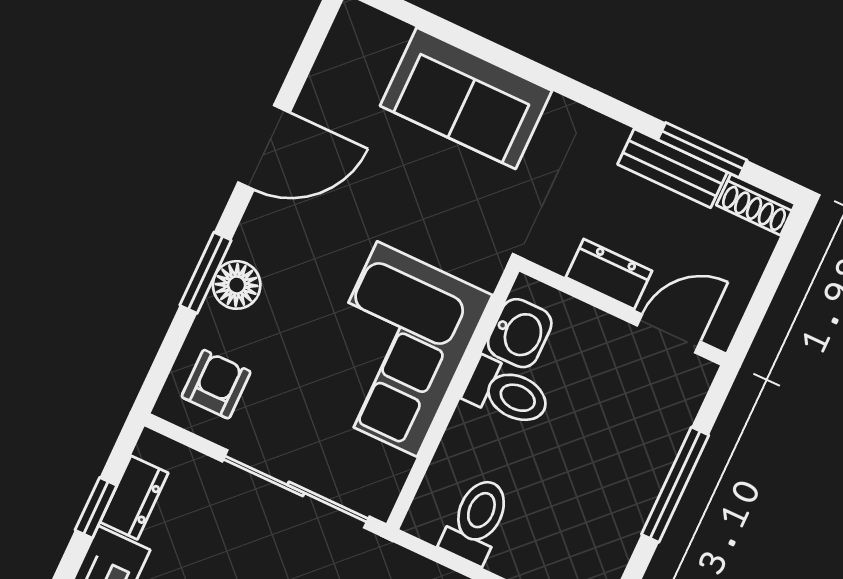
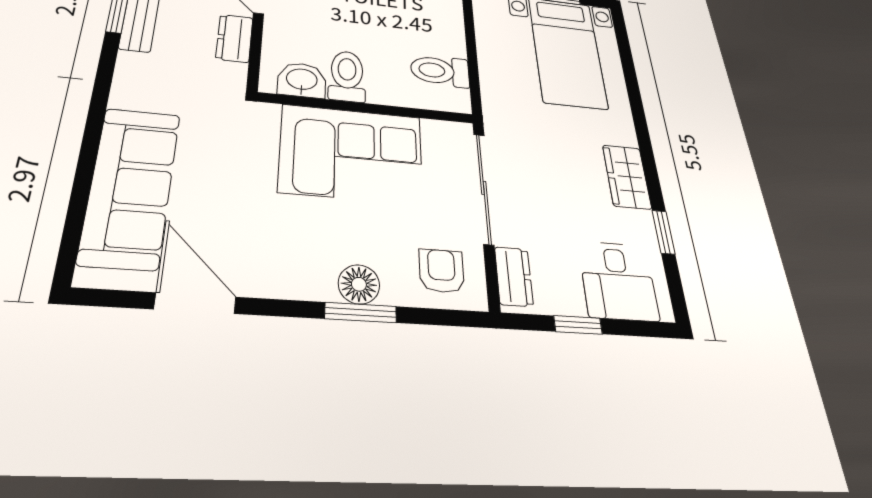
sofa: (466, 98) -> (131, 186), width x1.36
door: (264, 147) -> (195, 303), moved
armchair: (216, 384) -> (442, 271), turned 90
dresser: (134, 498) -> (514, 276), moved, turned 90

